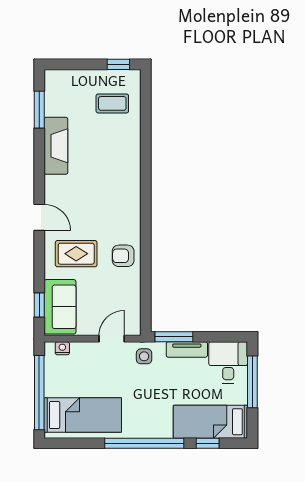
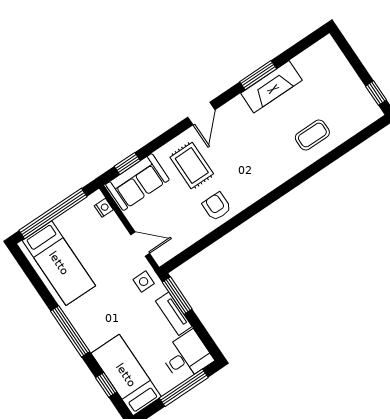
coffee table: (112, 103) -> (312, 135), moved, turned 90
window: (39, 110) -> (258, 75), moved
window: (144, 443) -> (70, 331), width x0.68

